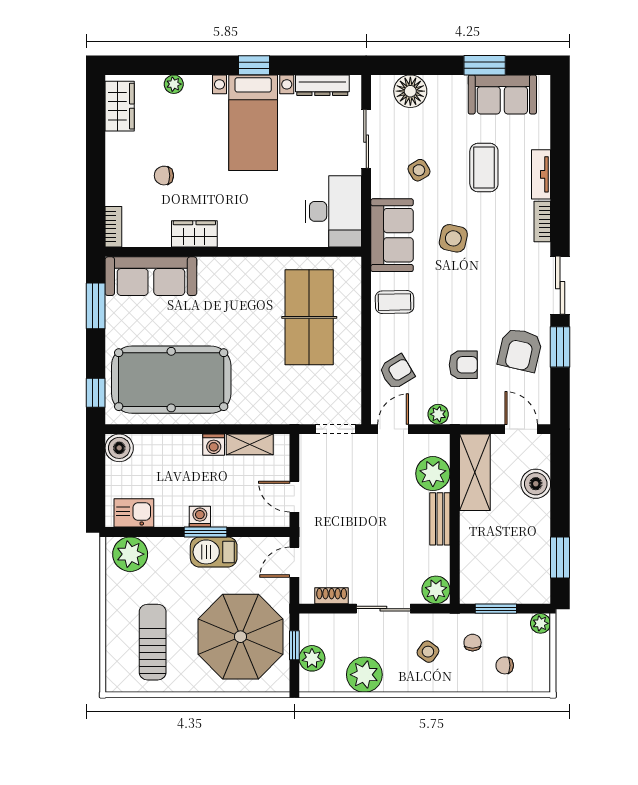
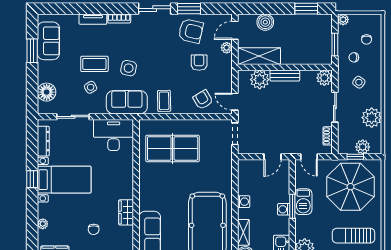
coffee table: (484, 168) -> (94, 64), moved
plant: (438, 414) -> (227, 48), moved
shelving: (250, 444) -> (243, 232), moved

